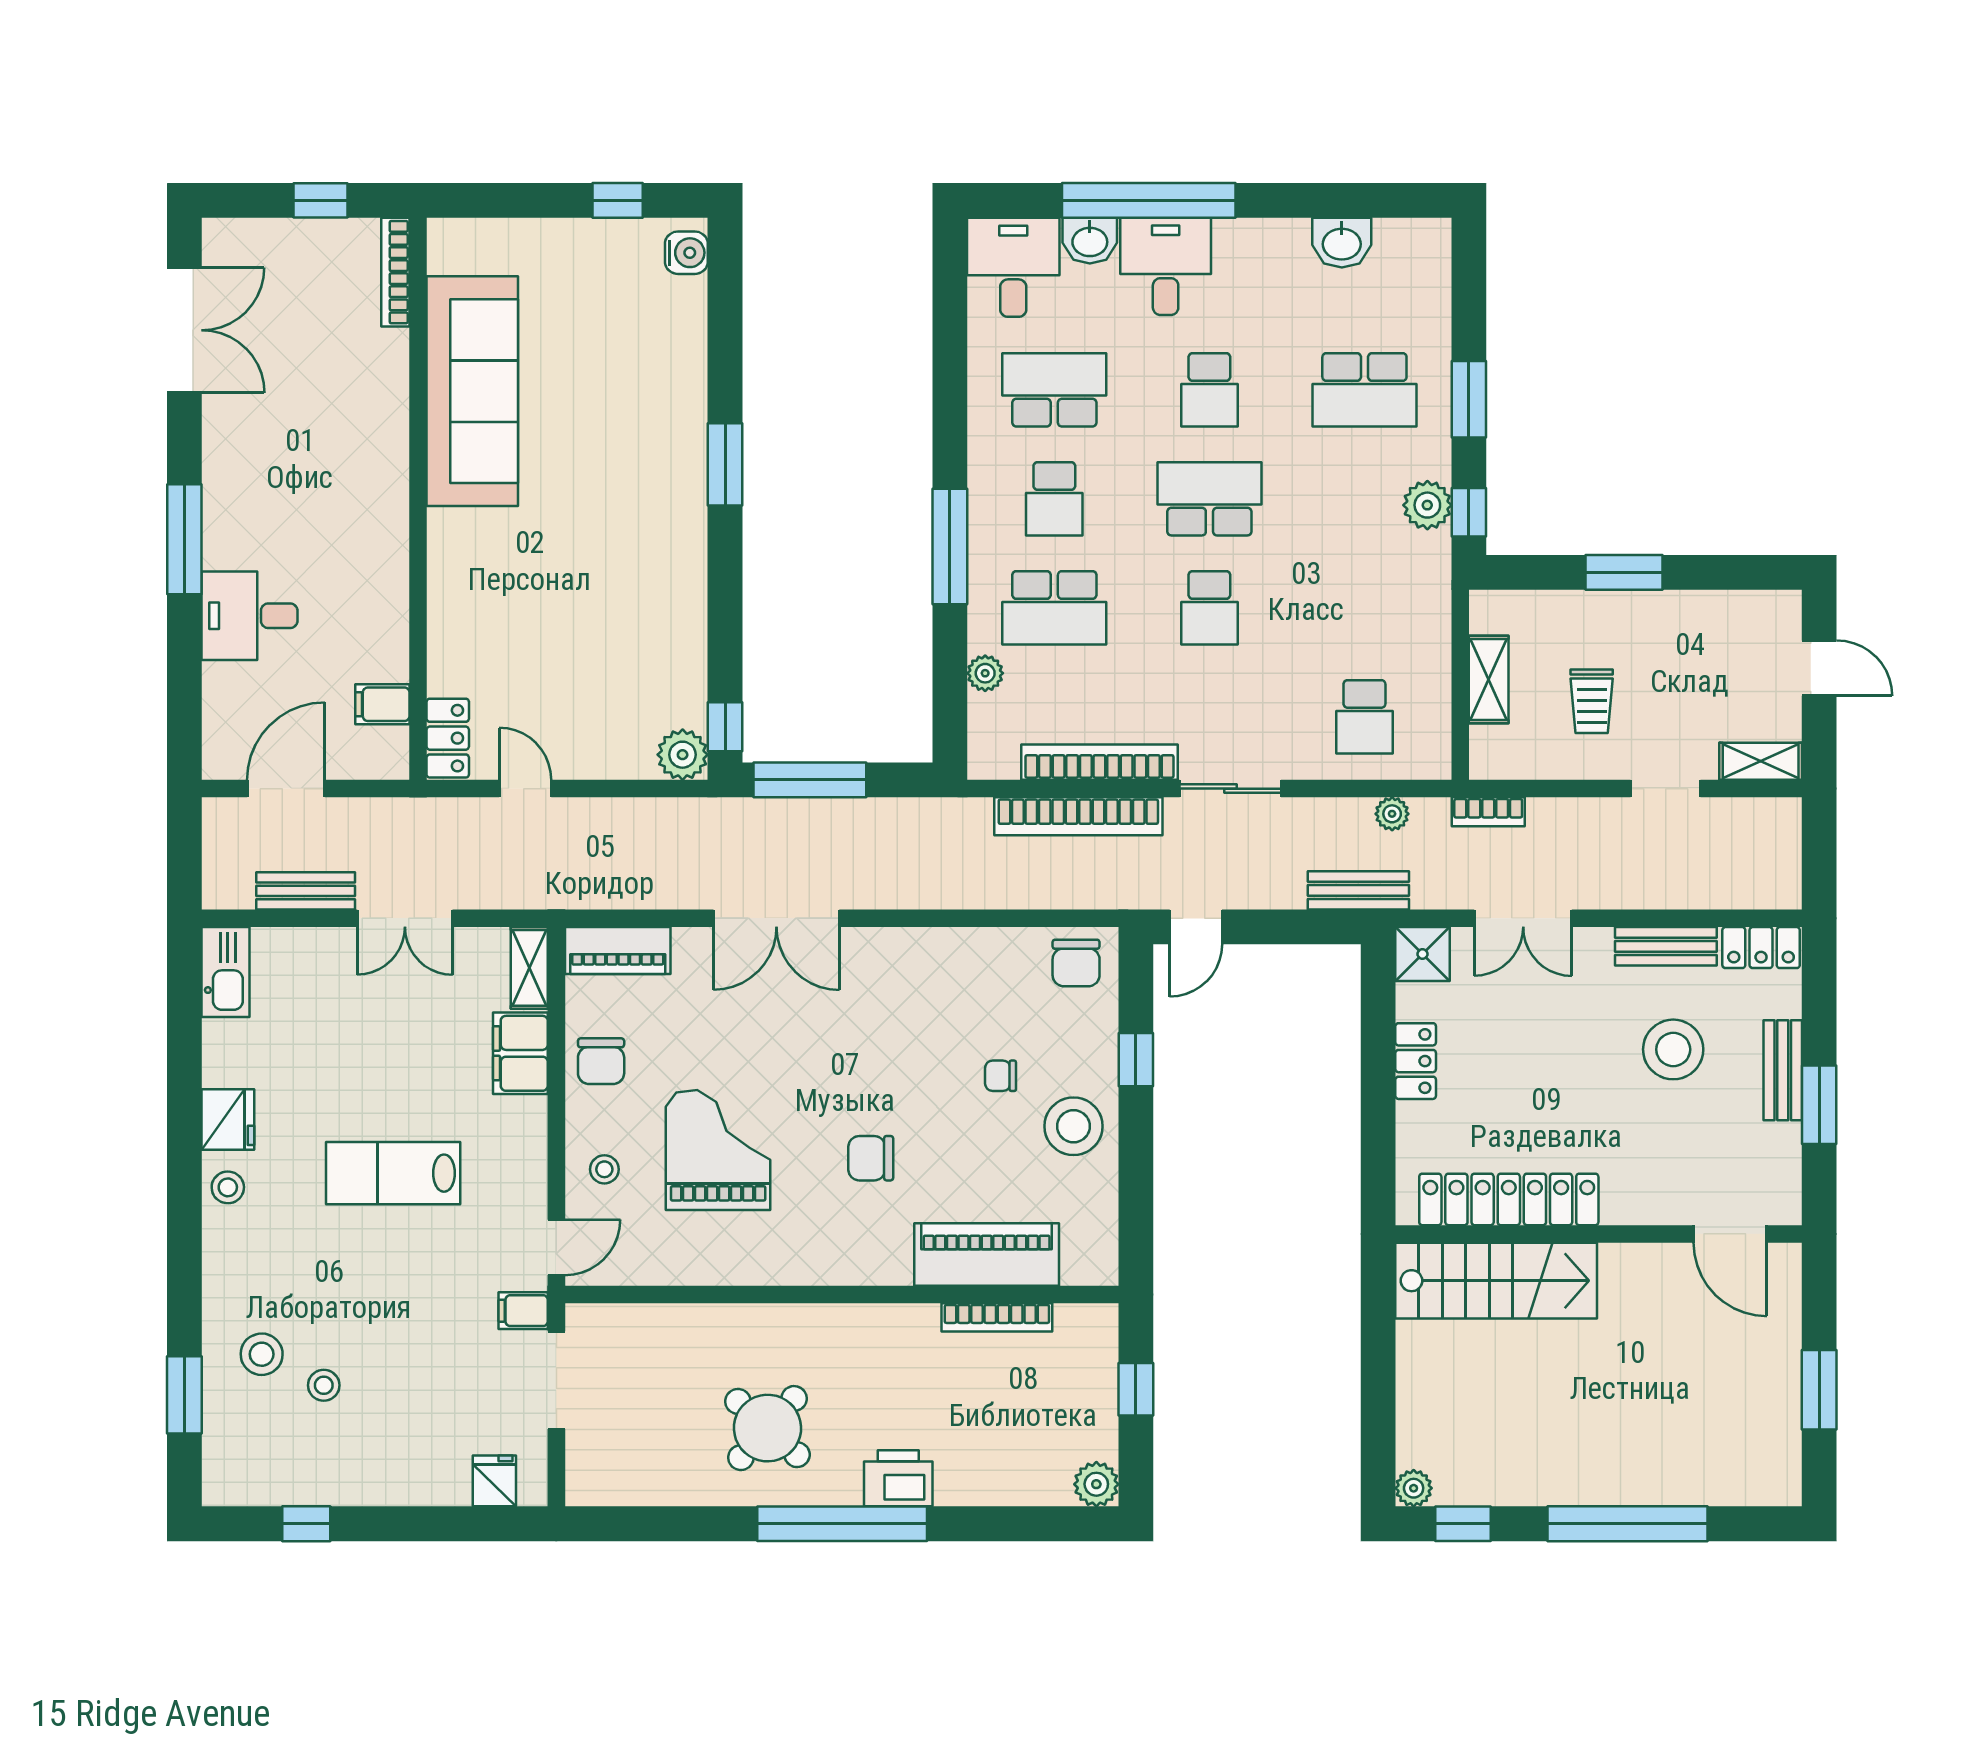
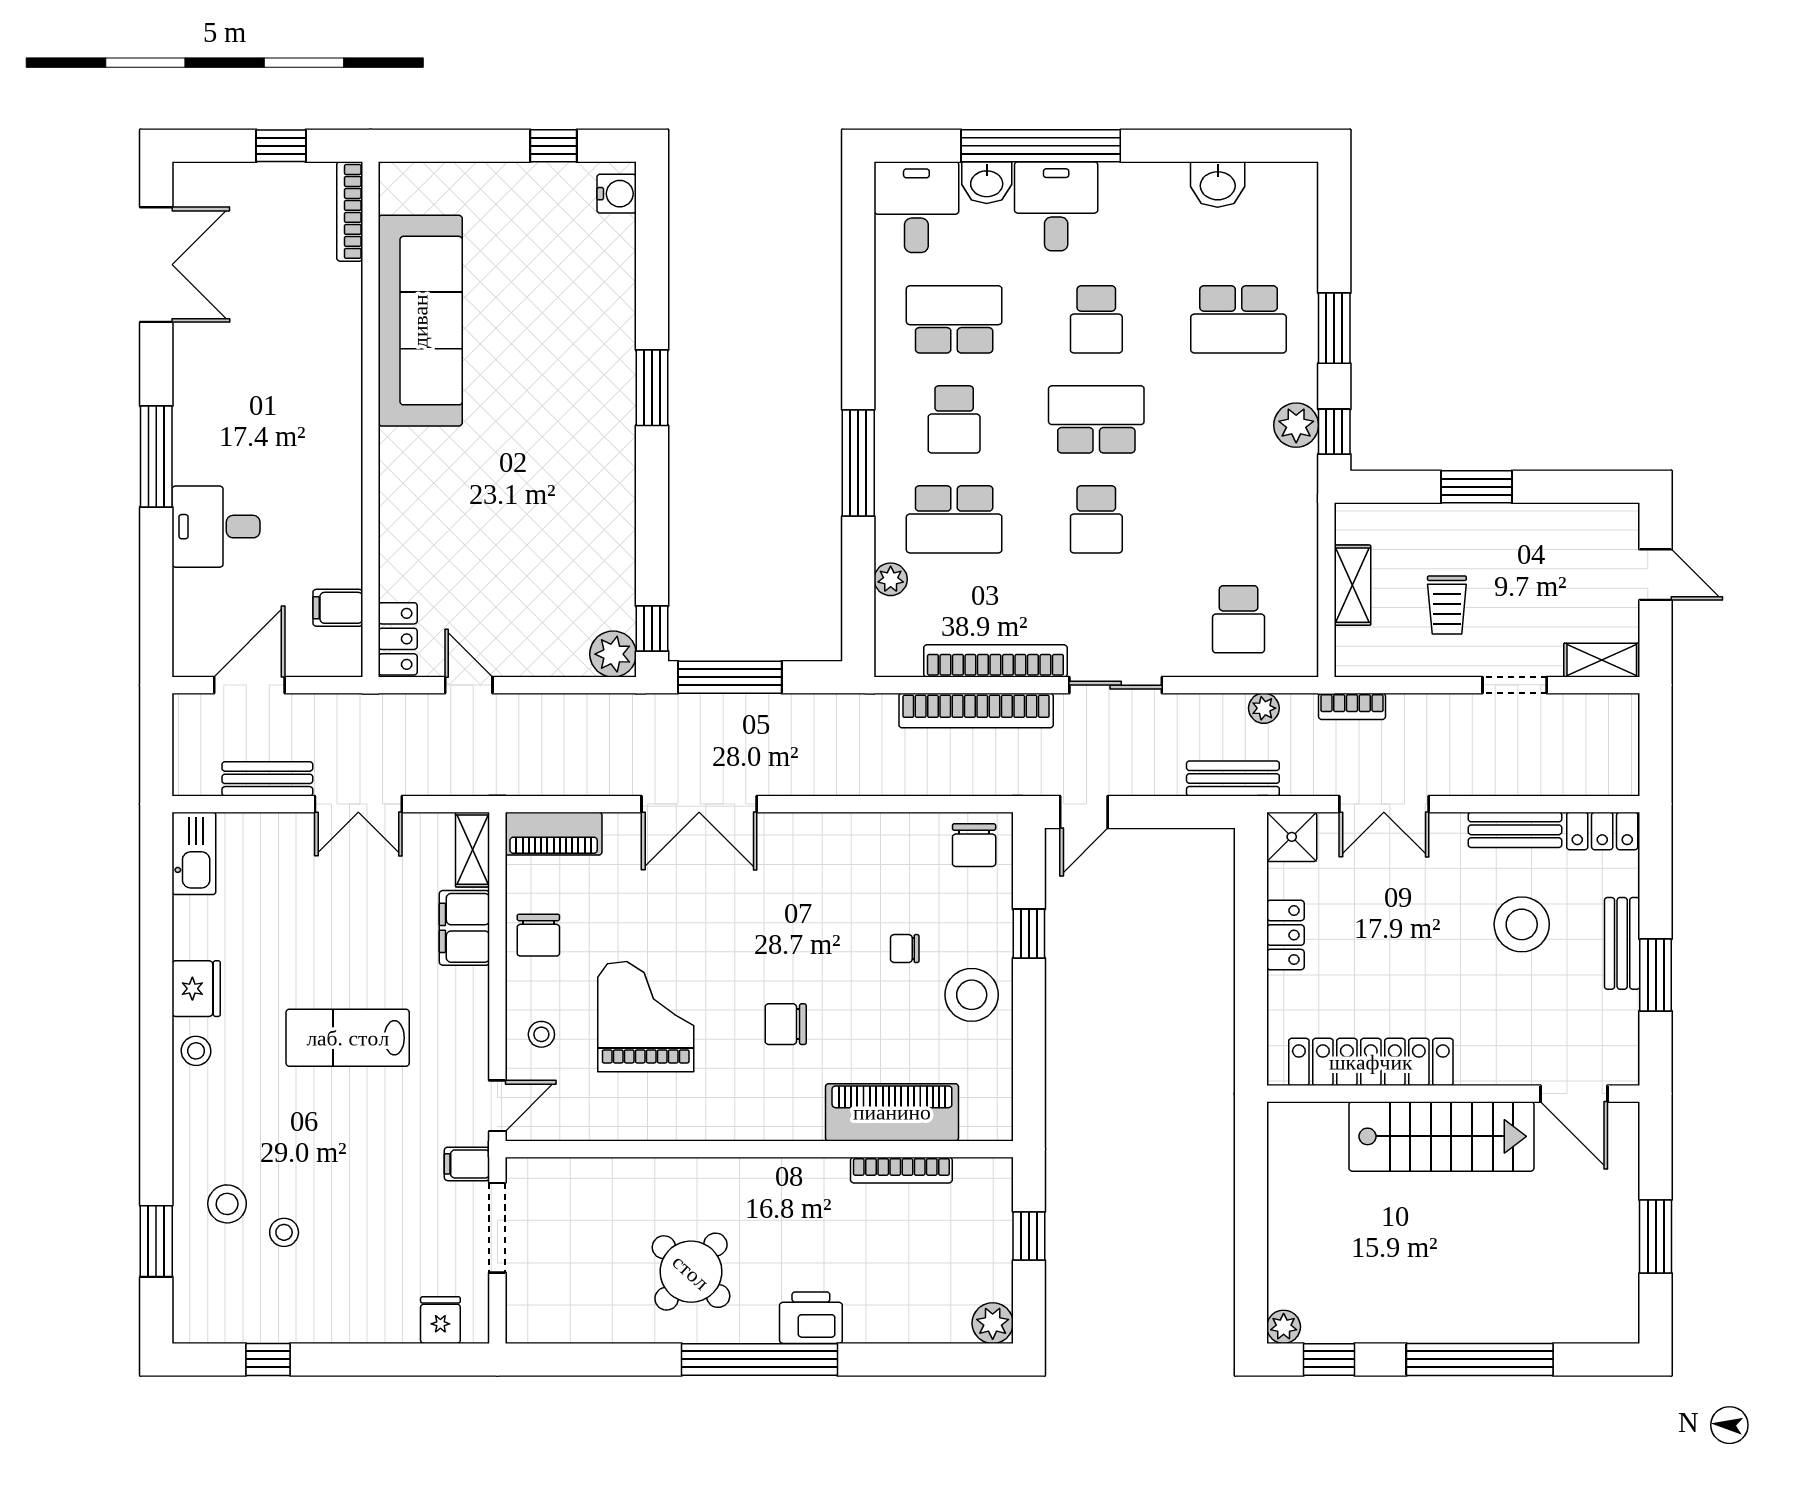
stairs: (1496, 1281) -> (1441, 1136), moved

